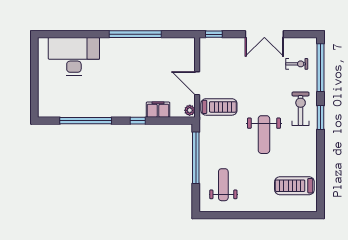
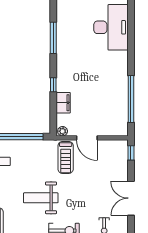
window: (135, 34) -> (131, 99), moved
door: (197, 83) -> (87, 138), swing flipped
window: (86, 121) -> (53, 38), width x0.68

